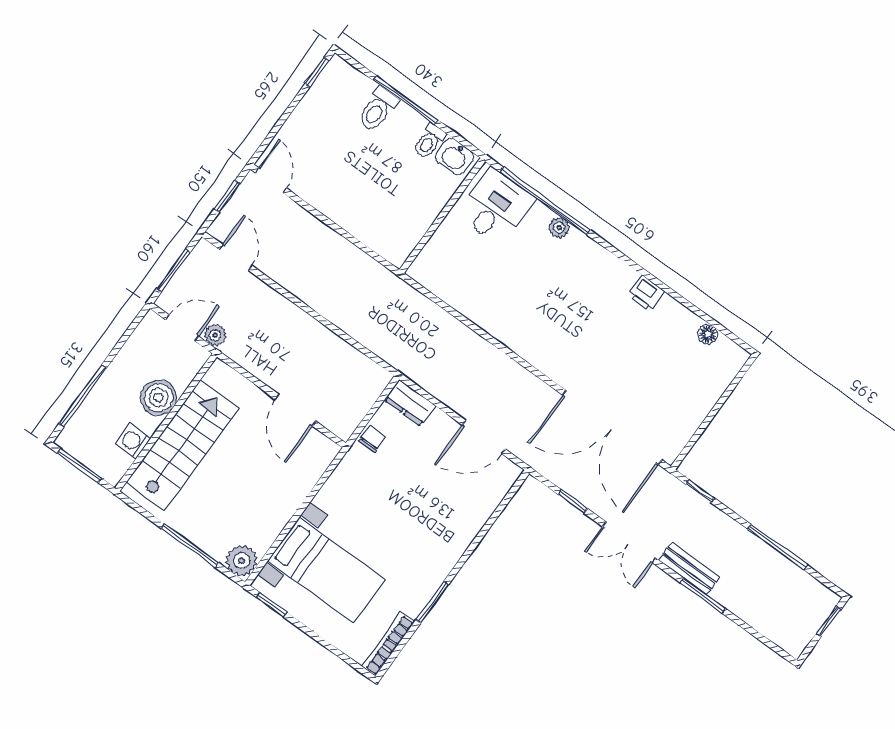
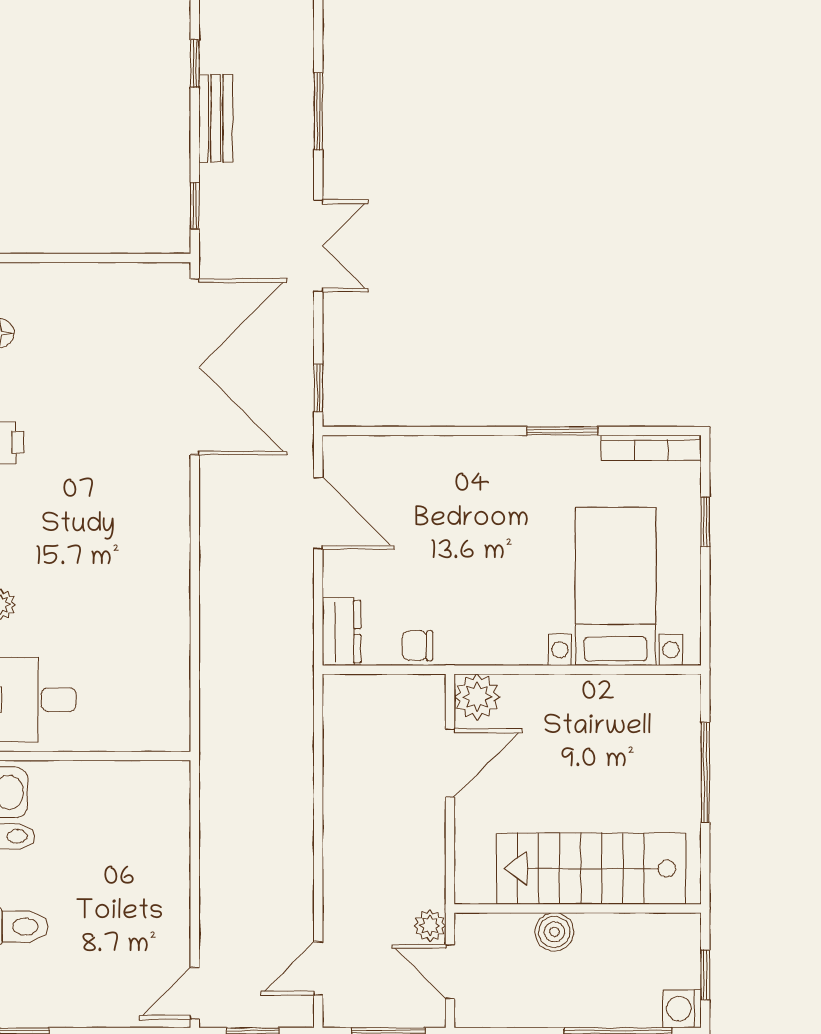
boiler: (159, 398) -> (554, 932), width x0.73, depth x0.73
washing machine: (133, 441) -> (682, 1009), moved, turned 90
window: (79, 466) -> (705, 975), width x0.67
window: (573, 501) -> (318, 388), moved
window: (777, 547) -> (195, 63), width x0.46
plant: (242, 561) -> (477, 697), moved
bench: (689, 568) -> (216, 119), moved
window: (272, 605) -> (705, 522), moved

